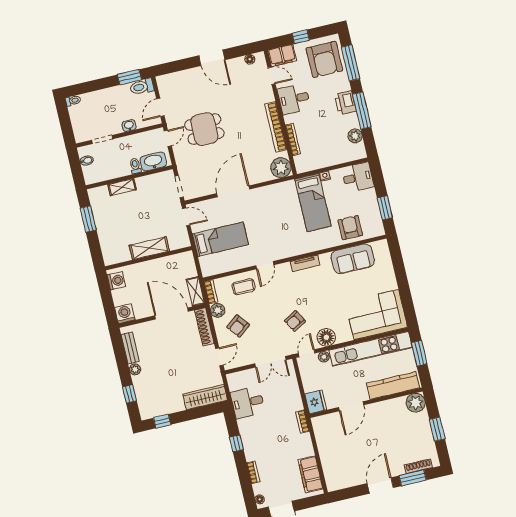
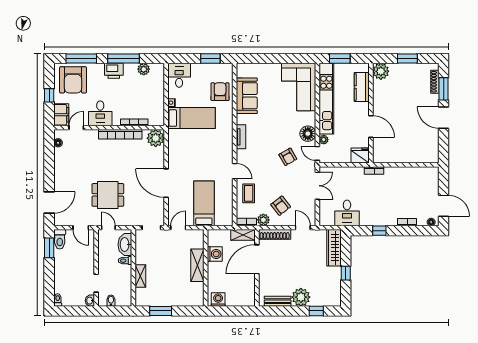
door: (212, 58) -> (49, 202), moved
armchair: (324, 59) -> (73, 80), turned 90
washbasin: (129, 126) -> (90, 301), moved
dining table: (204, 129) -> (108, 195), turned 90
armchair: (350, 228) -> (220, 92), turned 90
washing machine: (125, 314) -> (215, 254), moved, turned 180
plant: (135, 369) -> (301, 297), width x1.87, depth x1.87
kitchen counter: (393, 386) -> (362, 87), width x0.67
window: (162, 421) -> (346, 273), moved
filing cabinet: (310, 474) -> (420, 174), removed

